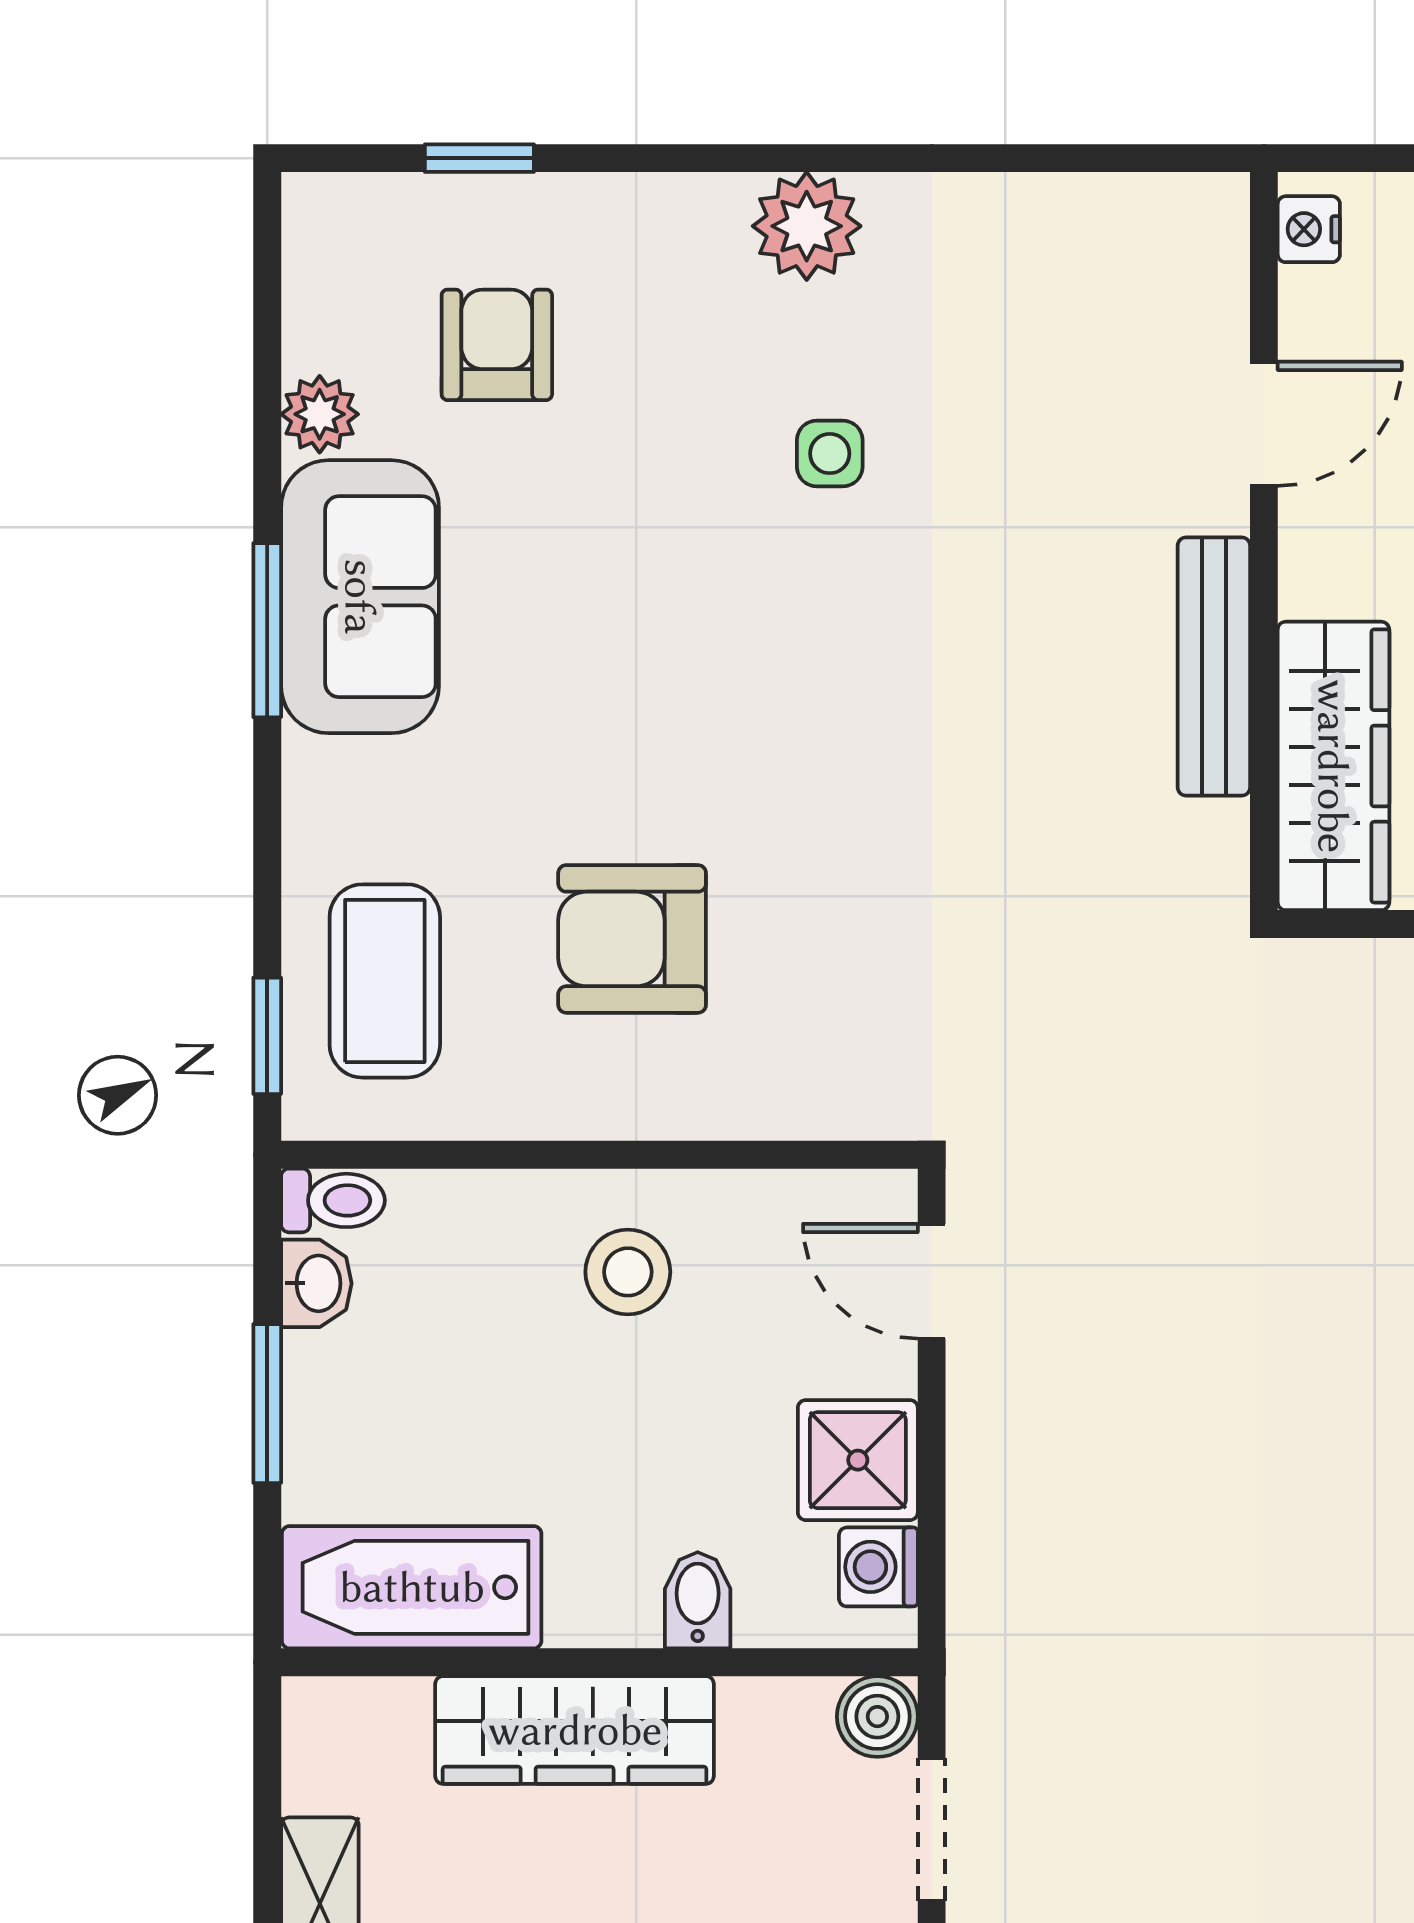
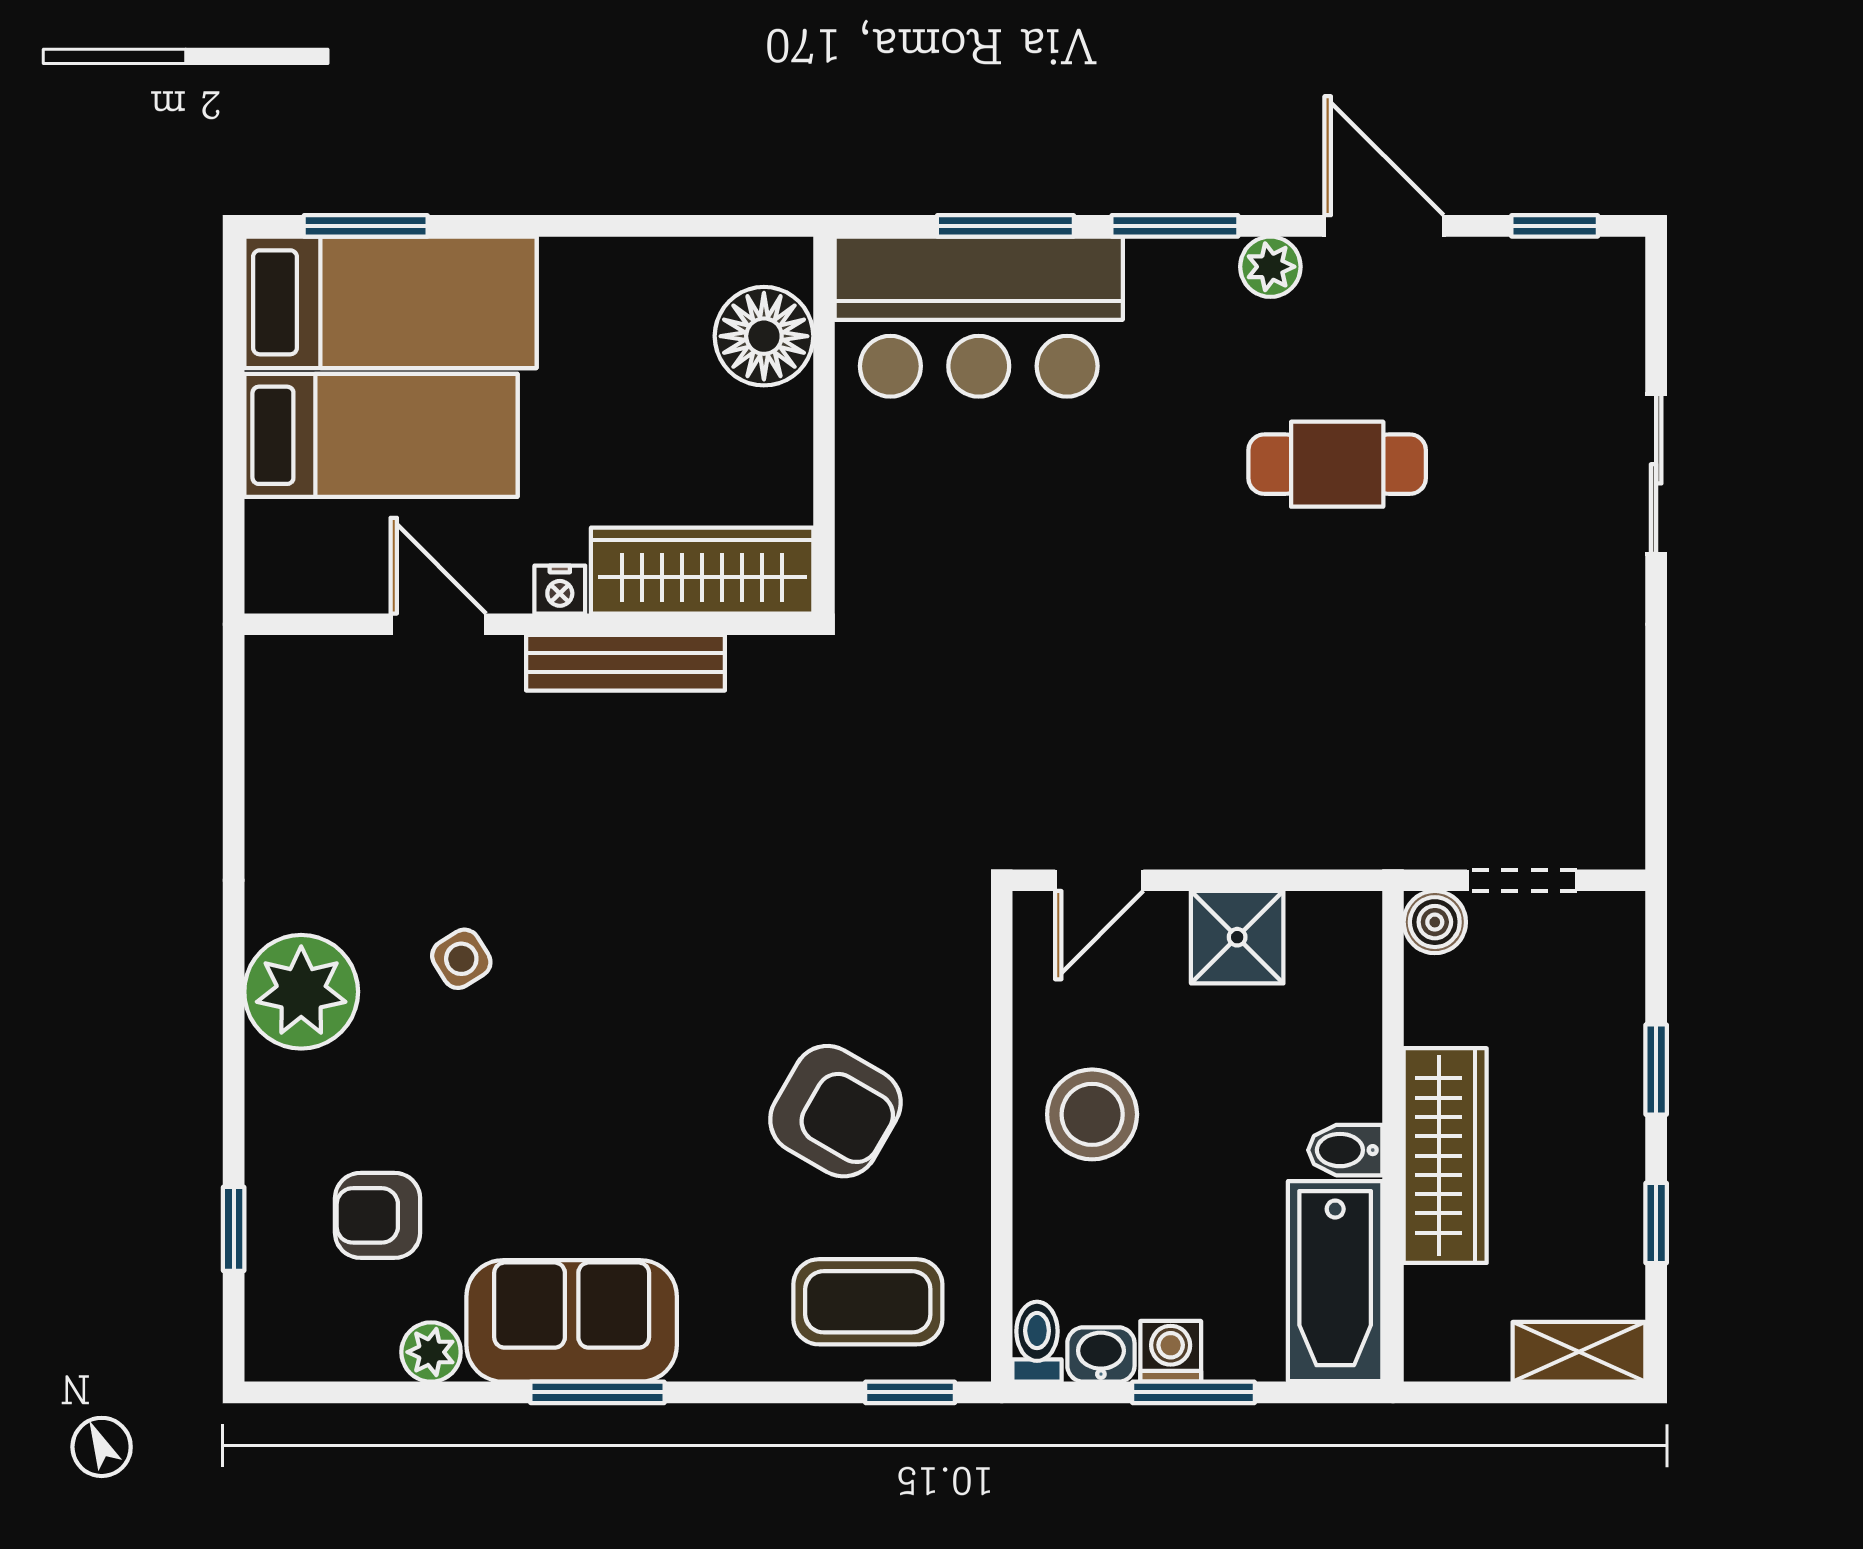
plant: (807, 226) -> (301, 992), width x1.36, depth x1.36
nightstand: (1309, 229) -> (560, 590), moved
side table: (830, 454) -> (461, 959), turned -32
armchair: (632, 939) -> (835, 1111), turned -60
stool: (628, 1272) -> (1092, 1114), width x1.38, depth x1.38
washing machine: (878, 1567) -> (1171, 1351), moved, turned 180
bidet: (698, 1600) -> (1345, 1150), moved

